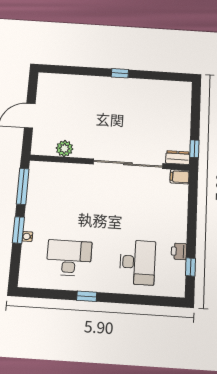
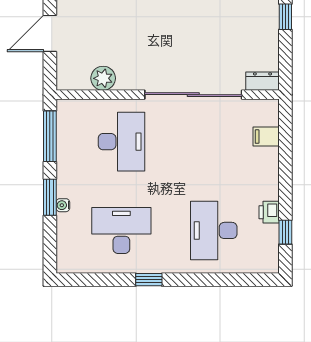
window: (194, 149) -> (285, 17), moved
filing cabinet: (180, 177) -> (266, 137), moved
desk: (74, 193) -> (121, 142), added
desk: (137, 262) -> (214, 230), turned 180

